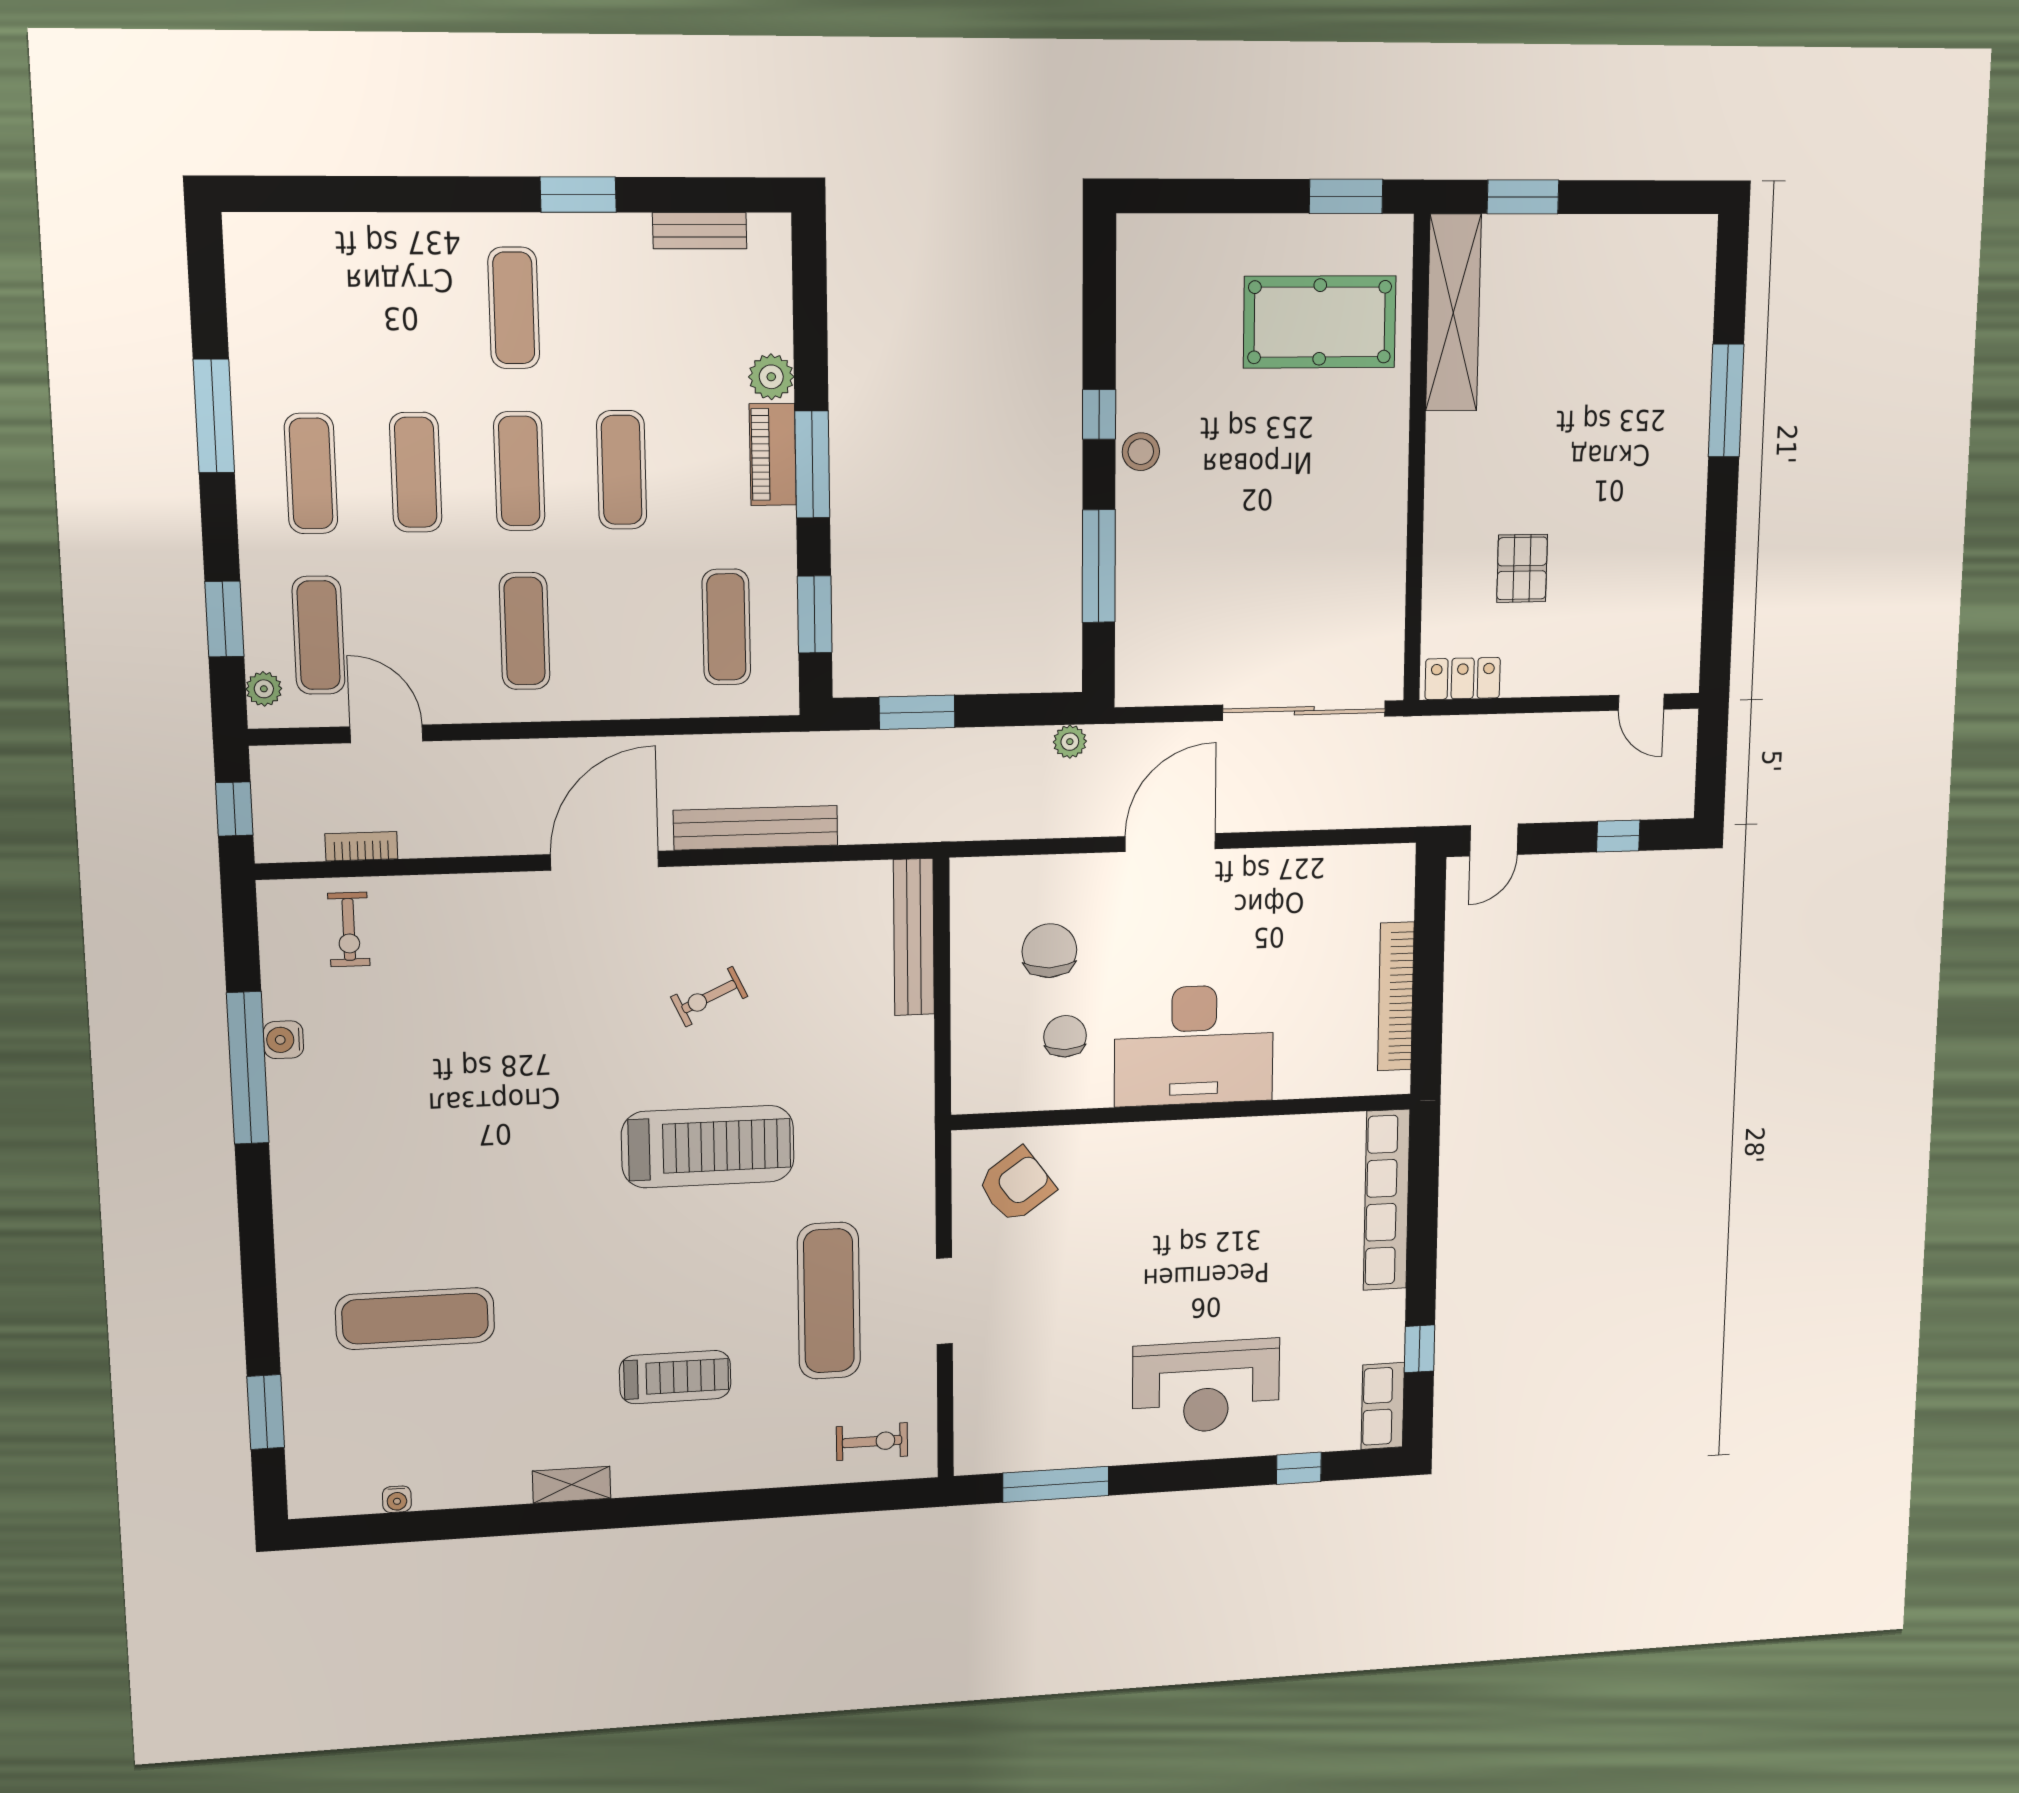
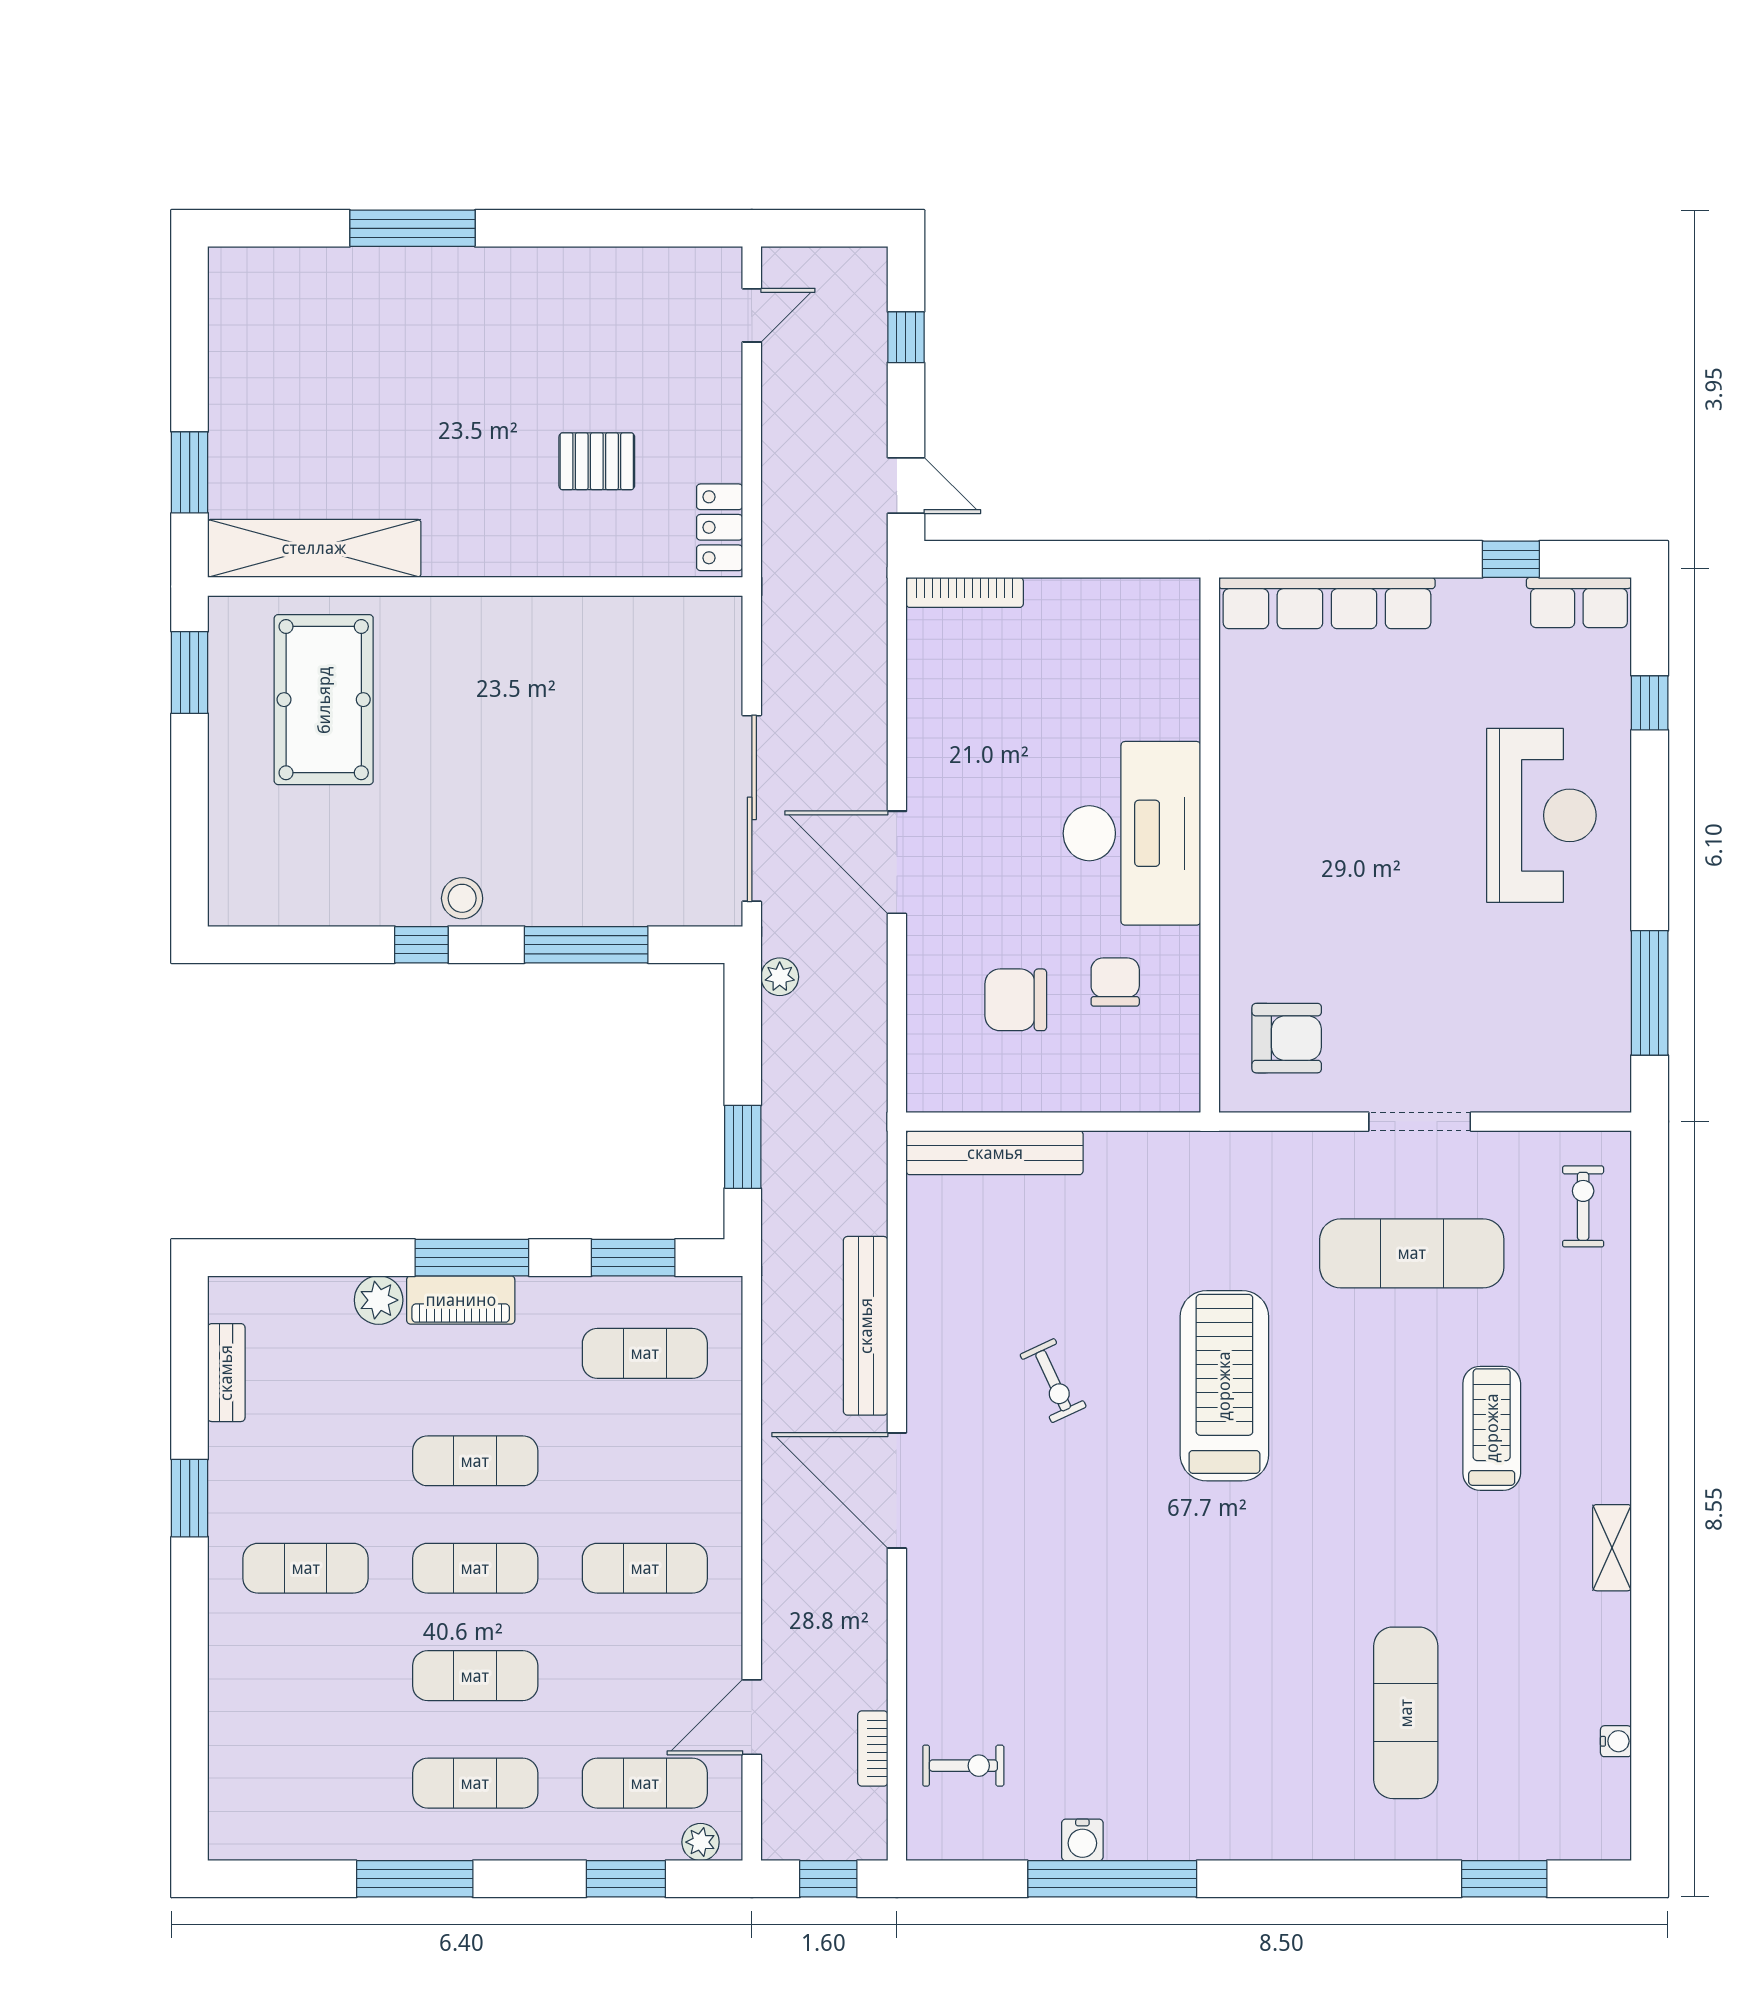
sliding door: (1304, 711) -> (752, 808), moved
bookcase: (1396, 997) -> (965, 592), moved, width x0.68, depth x0.76
chair: (1065, 1036) -> (1115, 982), turned 90
armchair: (1016, 1185) -> (1287, 1038), turned 126

